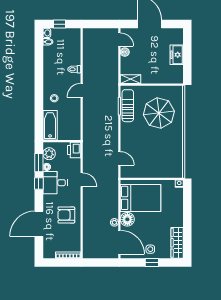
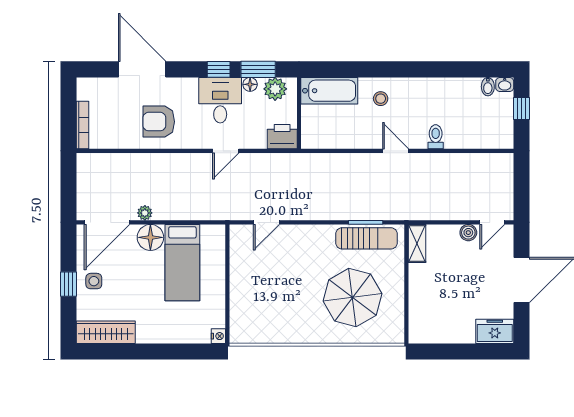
freezer: (177, 55) -> (495, 331), moved
bed: (141, 198) -> (182, 263), width x0.67
armchair: (66, 215) -> (159, 122), turned -90

